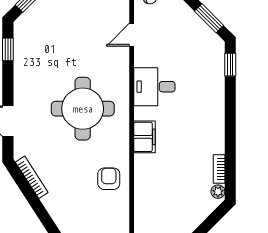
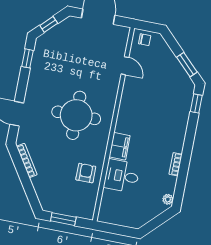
door: (132, 35) -> (125, 66), swing flipped
desk: (154, 87) -> (122, 176), moved
bookcase: (219, 169) -> (176, 164), moved

